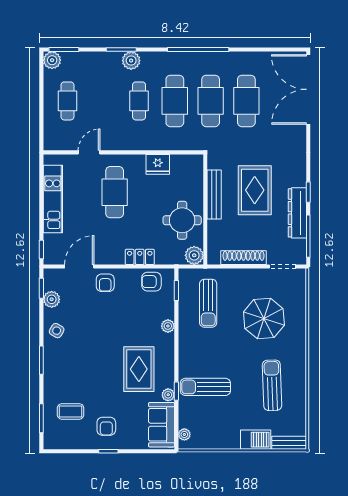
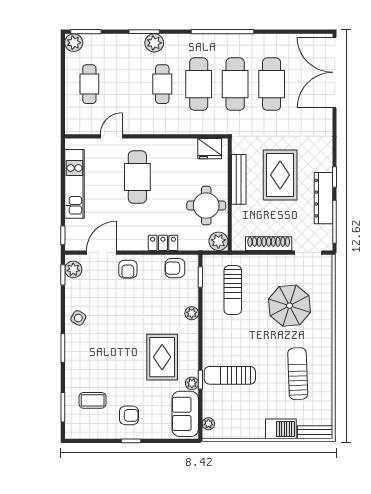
fridge: (158, 164) -> (210, 149), moved
plant: (52, 299) -> (73, 269), moved
armchair: (106, 426) -> (129, 415), turned -90

